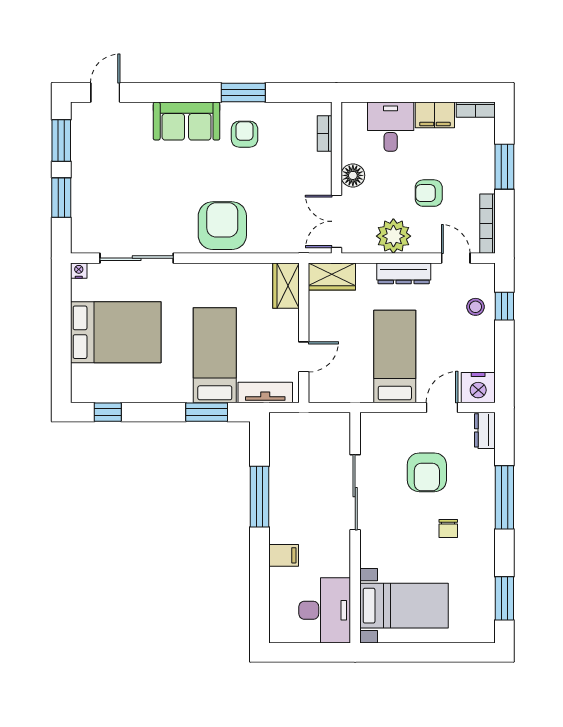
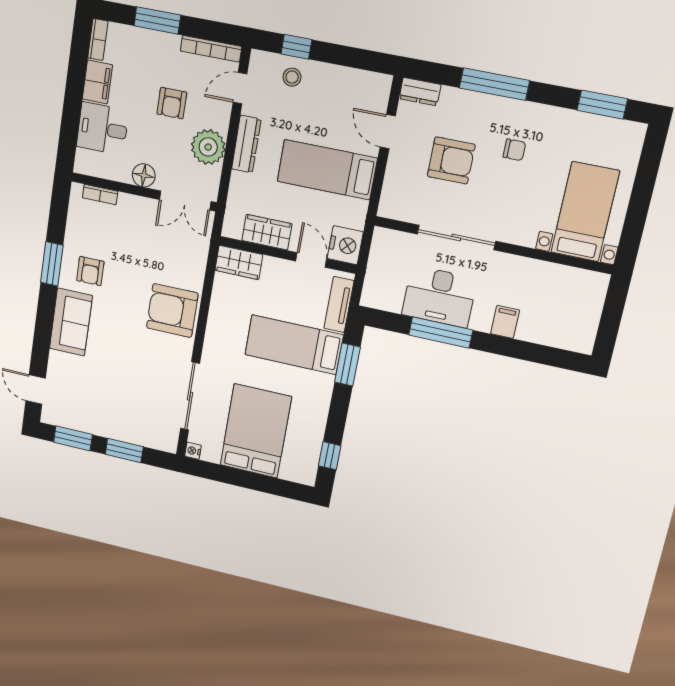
armchair: (245, 134) -> (90, 271), turned -90
wardrobe: (332, 276) -> (267, 232), moved, turned -90
nightstand: (478, 388) -> (345, 245), moved
desk: (325, 610) -> (439, 297), moved, turned 180

